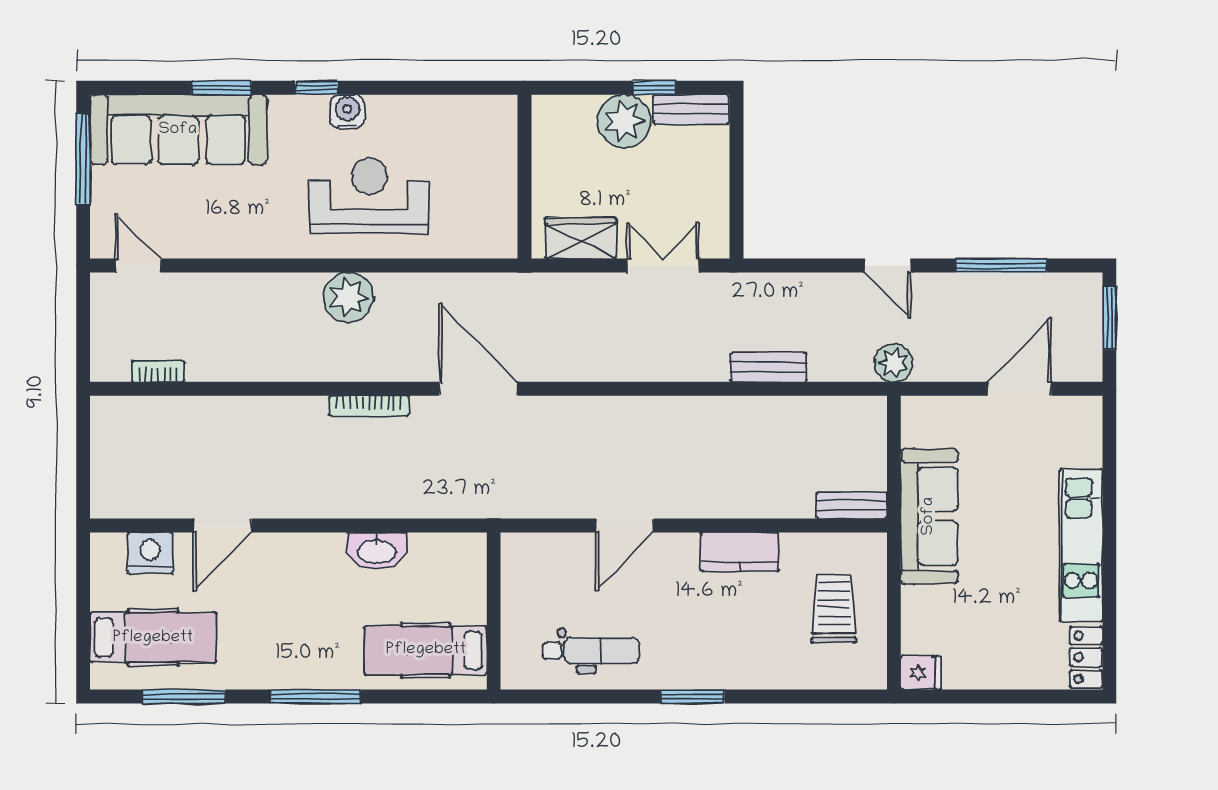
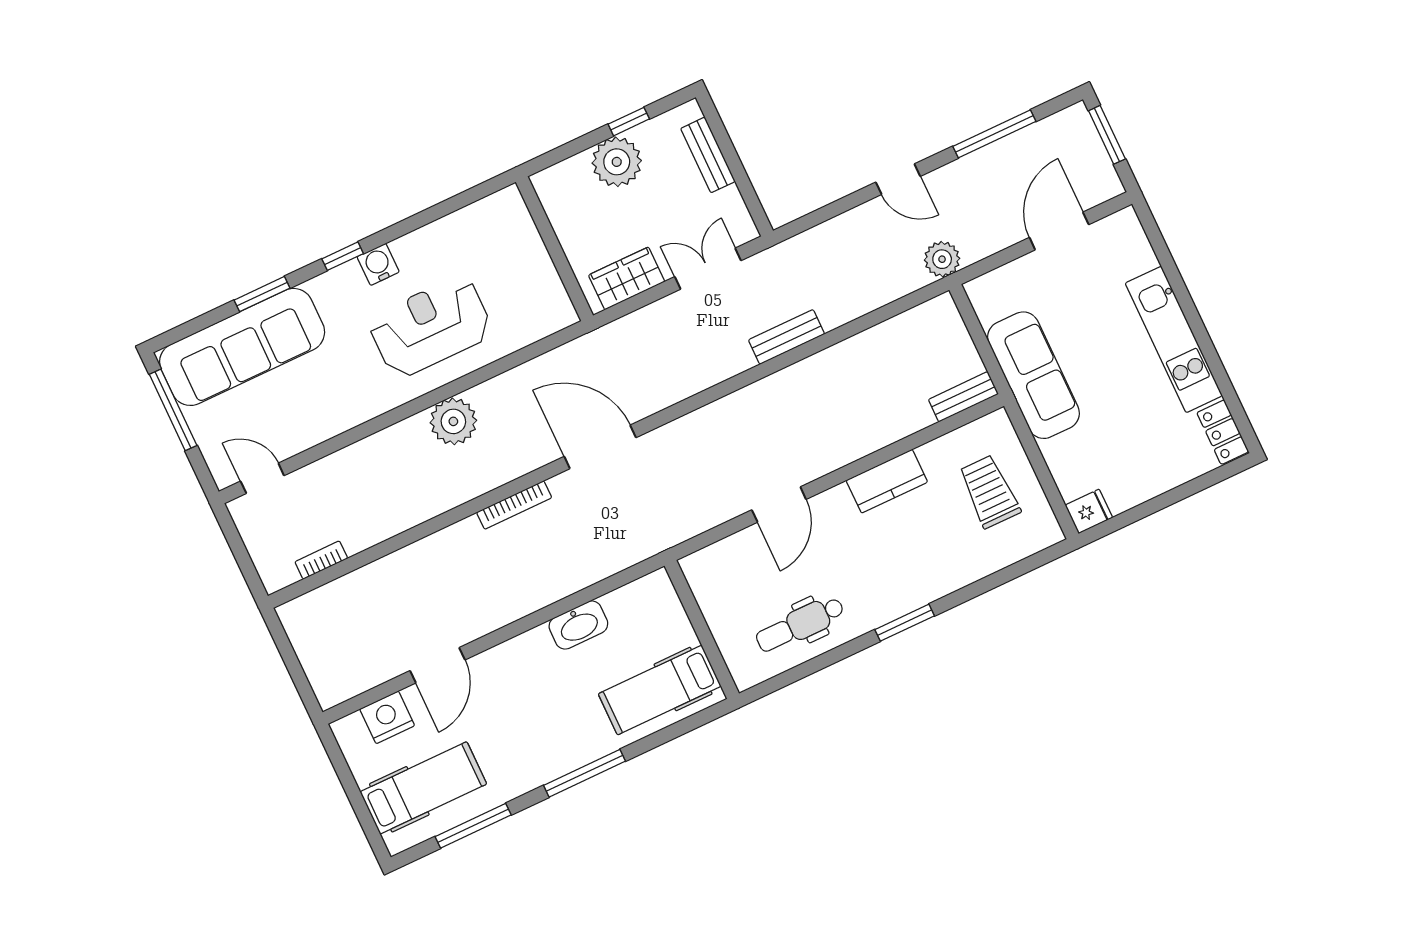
bench: (691, 109) -> (708, 155), moved, turned 90
bench: (768, 367) -> (787, 337), moved
dental chair: (591, 651) -> (800, 624), turned 180

